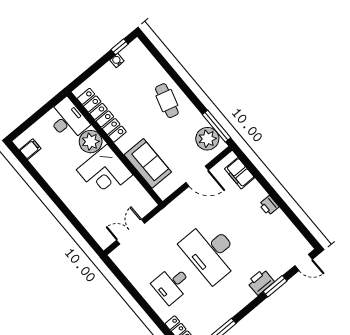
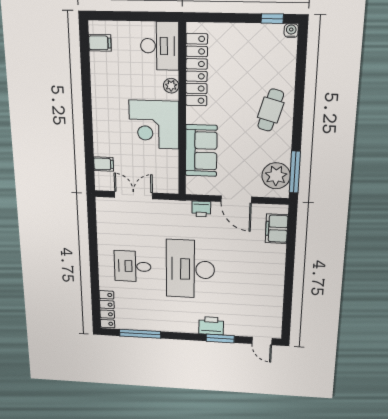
water cooler: (117, 61) -> (291, 31), moved
plant: (91, 142) -> (171, 86), width x0.53, depth x0.53
printer: (269, 206) -> (201, 209), moved, turned -90
filing cabinet: (94, 227) -> (104, 164), added

